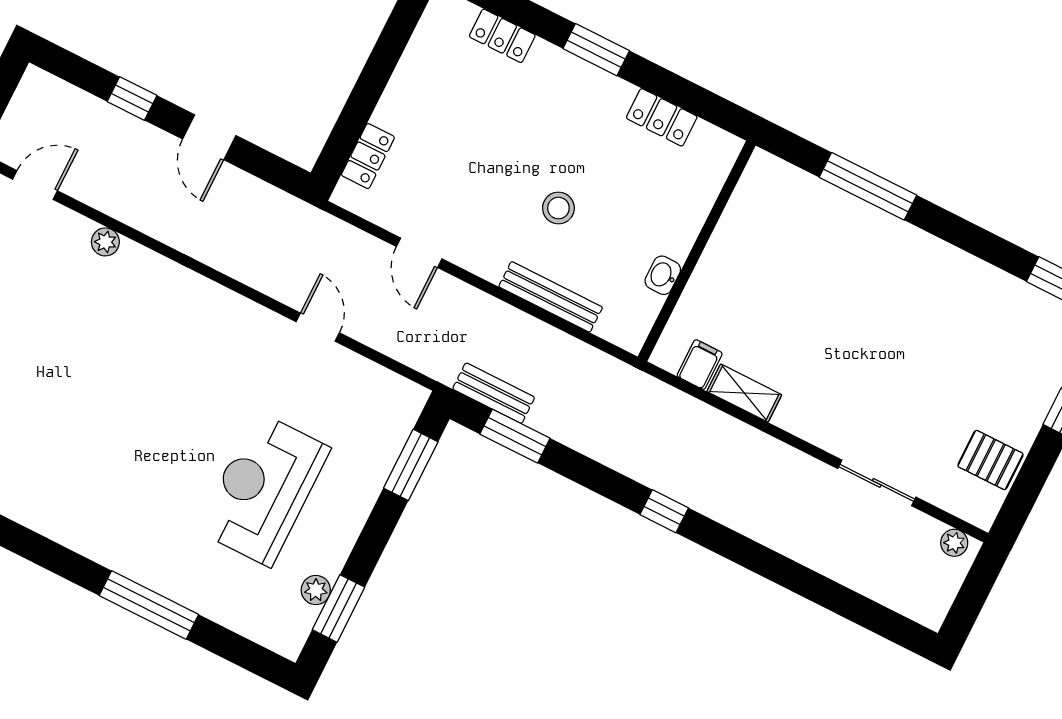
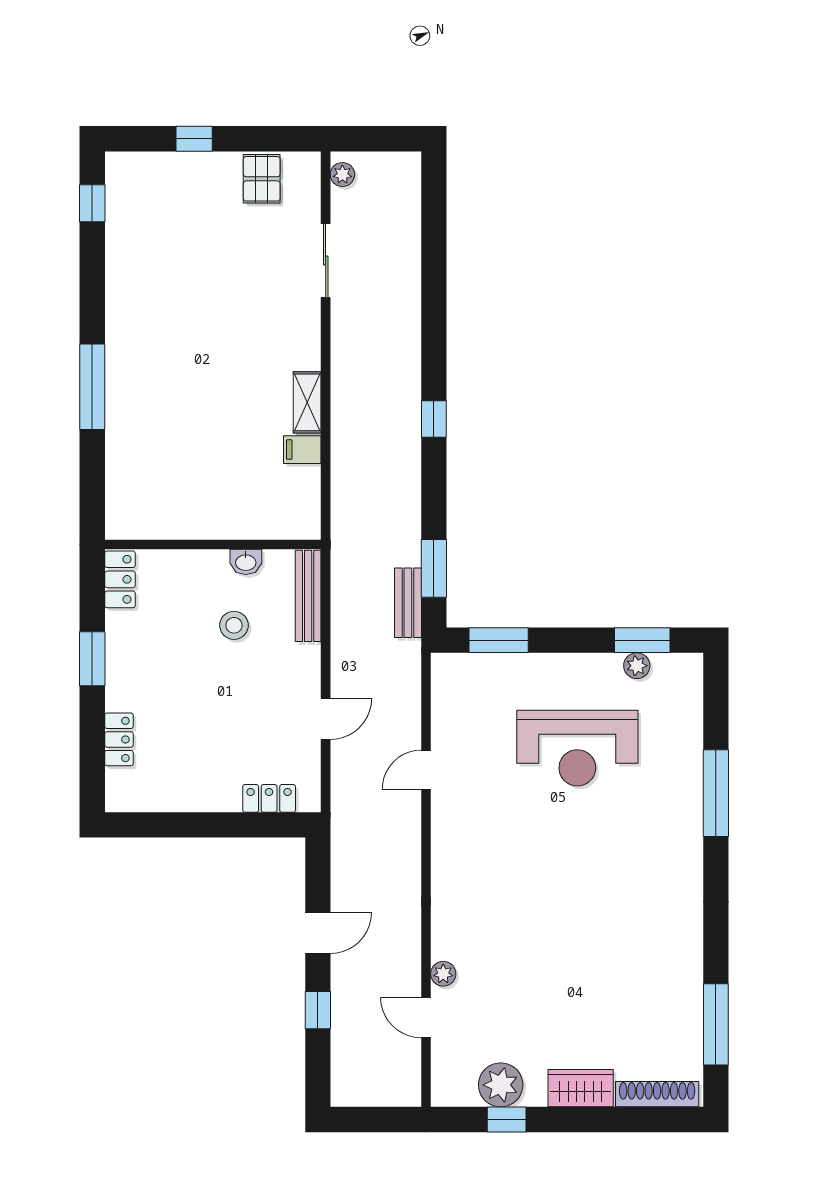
door: (35, 185) -> (426, 1018), moved
wall: (697, 251) -> (213, 545), moved
washbasin: (663, 275) -> (246, 562), moved

